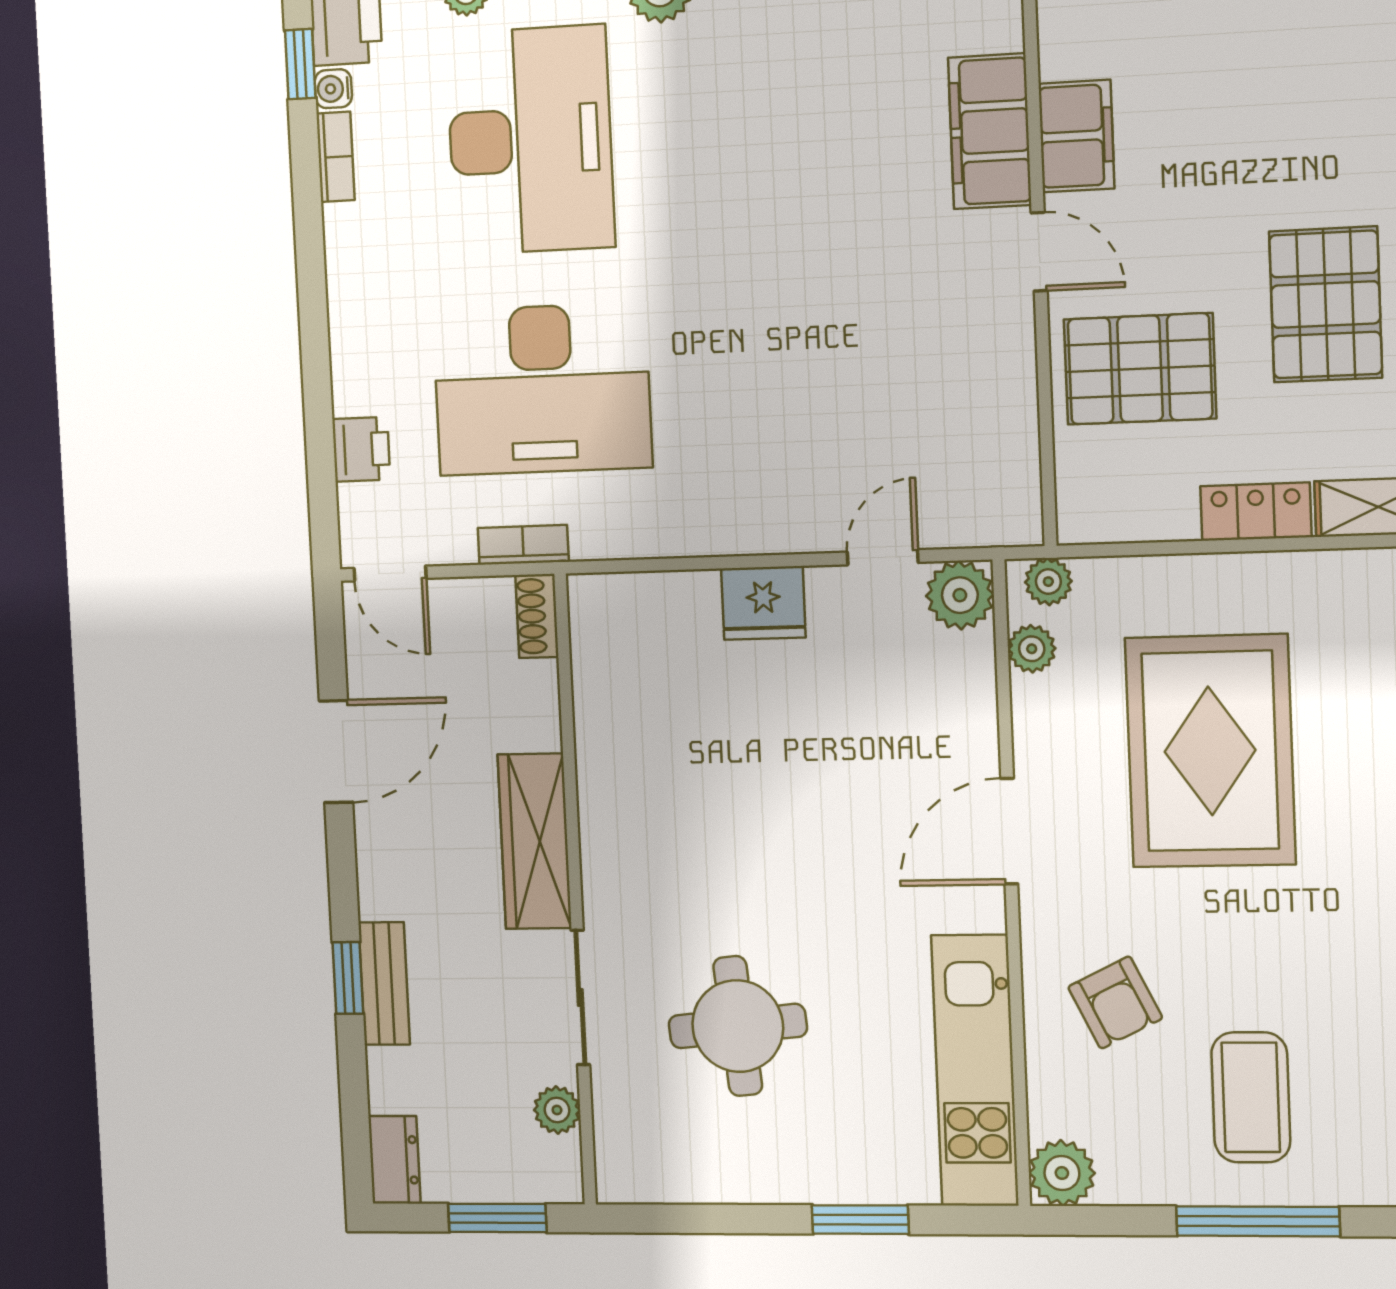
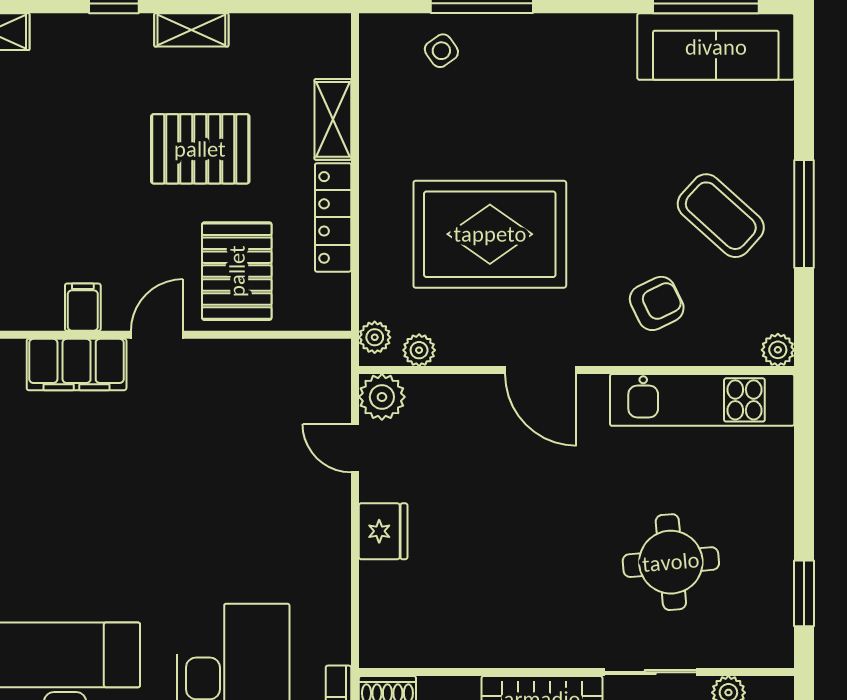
filing cabinet: (1076, 136) -> (83, 307), width x0.50
locker: (1256, 512) -> (333, 217), width x1.53
coffee table: (1251, 1097) -> (721, 216), turned 42
plant: (1062, 1173) -> (778, 350), width x0.73, depth x0.73
window: (860, 1220) -> (804, 593), moved

